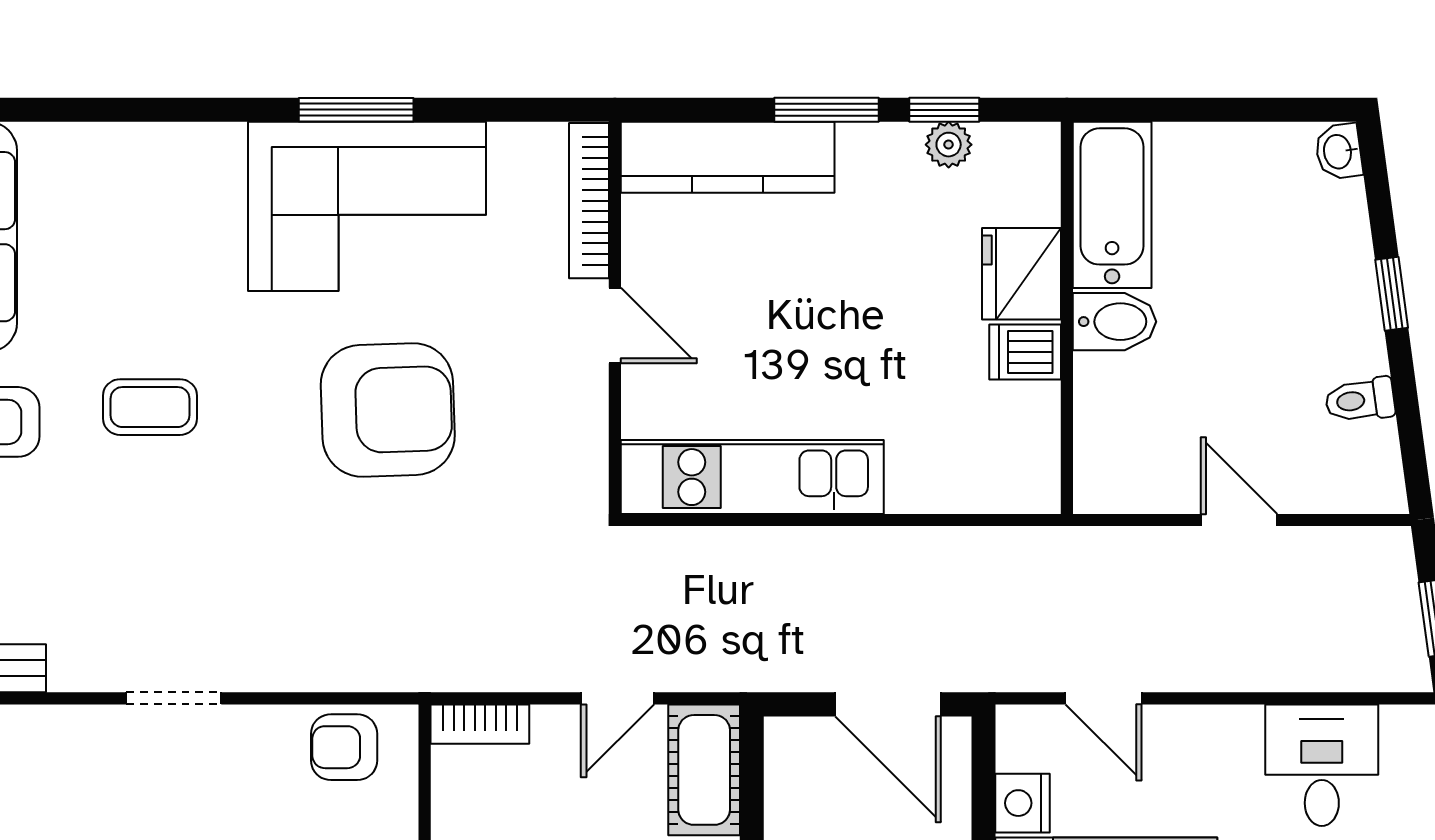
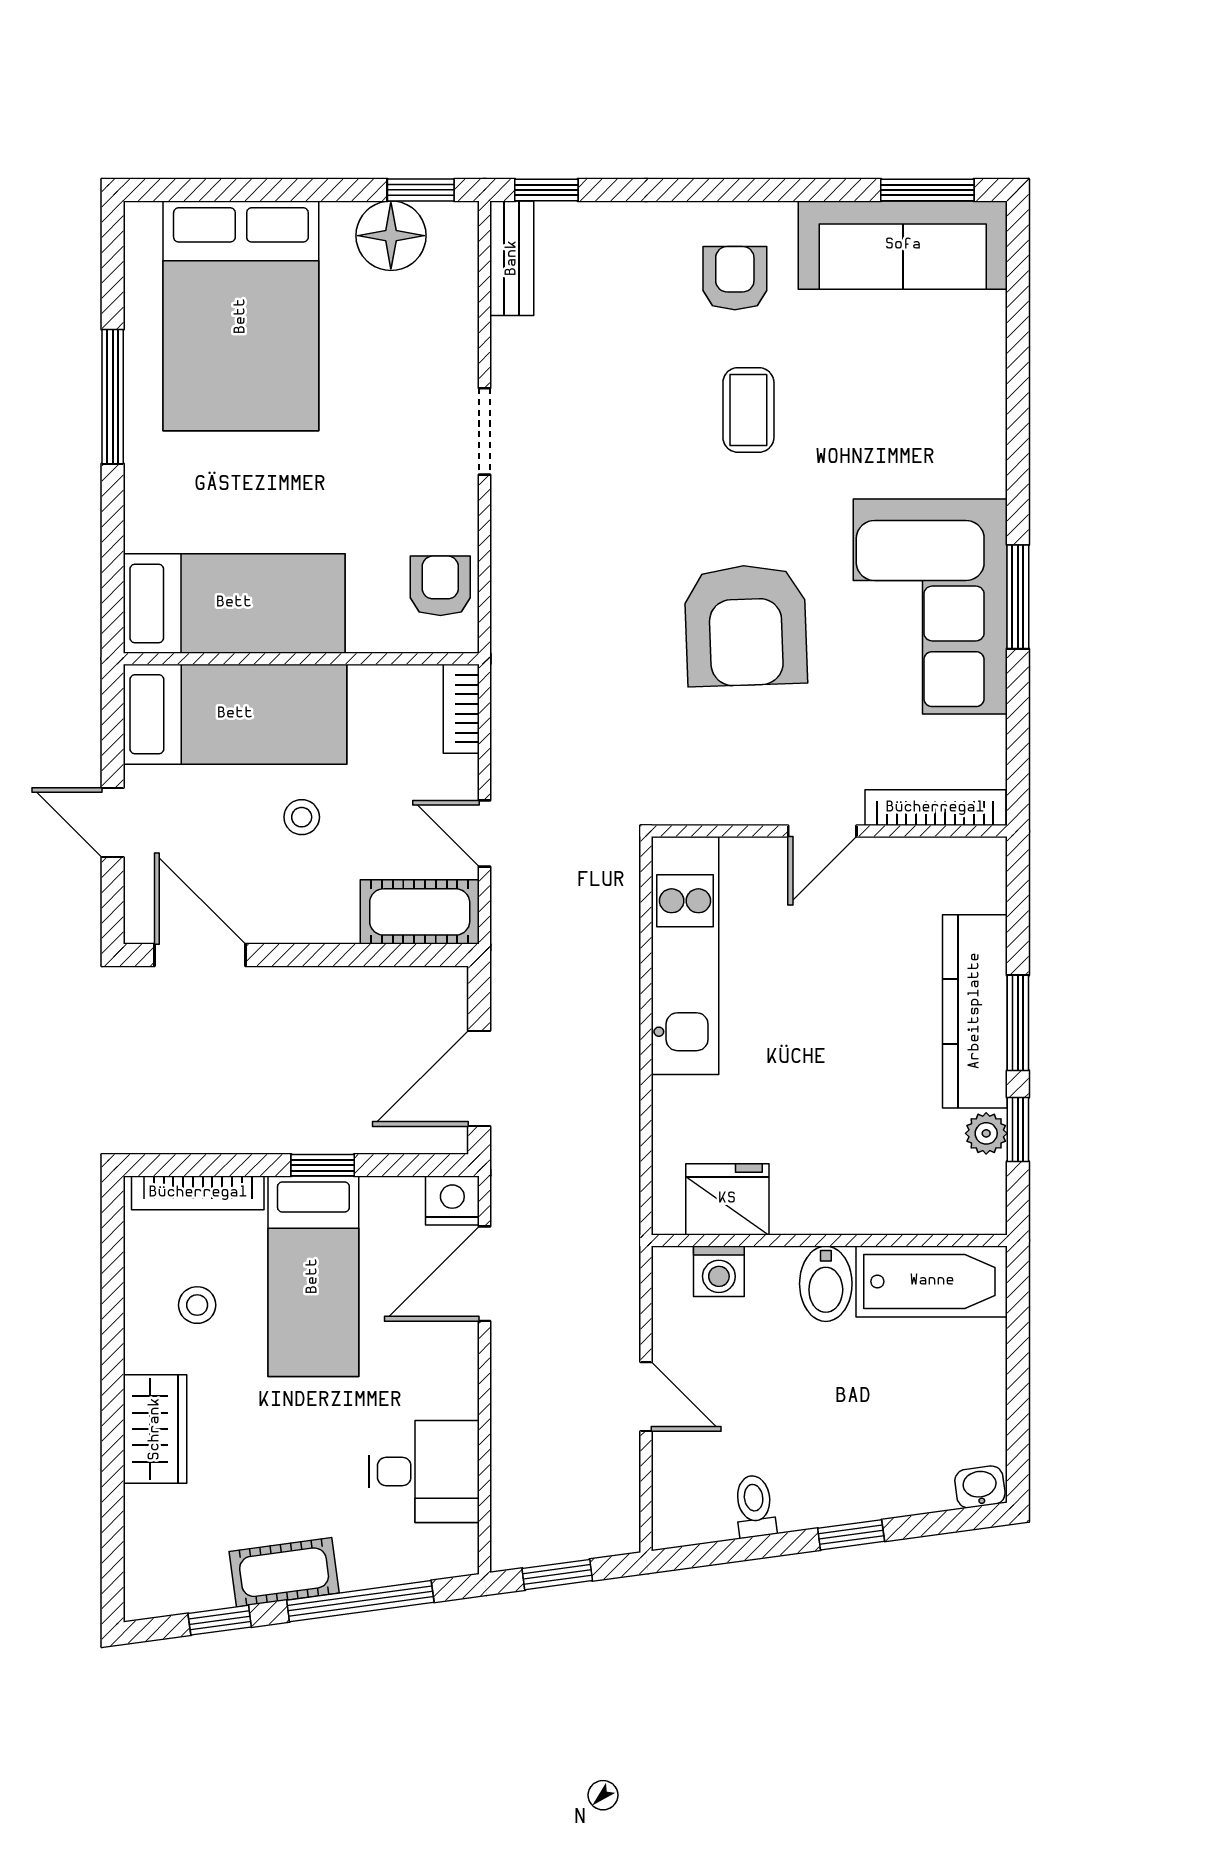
kitchen counter: (728, 157) -> (975, 1011), moved
fridge: (1021, 274) -> (727, 1199), moved
dishwasher: (1025, 352) -> (798, 1203), removed
washing machine: (1101, 440) -> (719, 1271), added
door: (1239, 520) -> (646, 1397), hinge flipped
door: (1104, 698) -> (484, 1274), width x1.38
nightstand: (1023, 803) -> (452, 1200), moved

